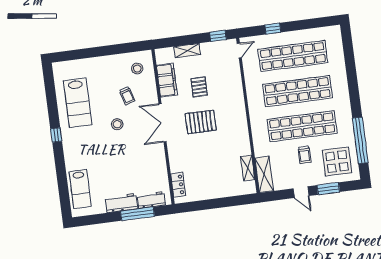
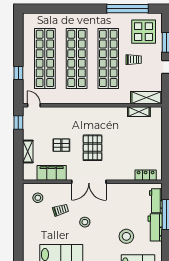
stool: (107, 172) -> (126, 236), added

